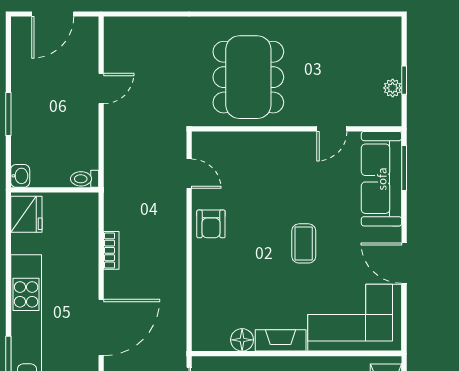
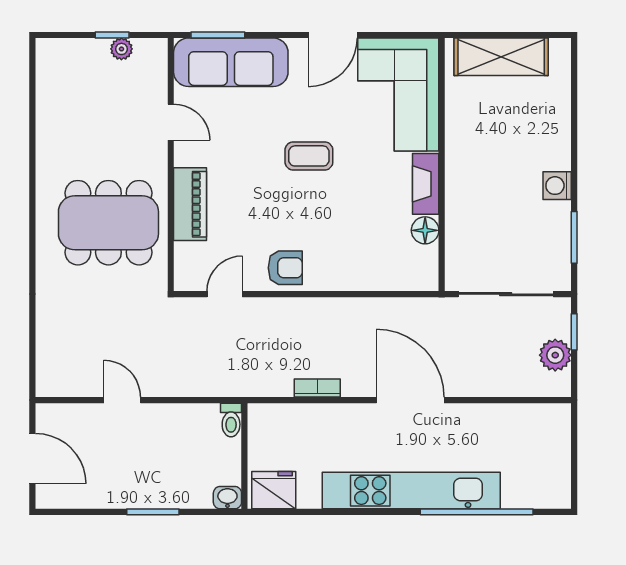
piano: (264, 145) -> (190, 204), added

